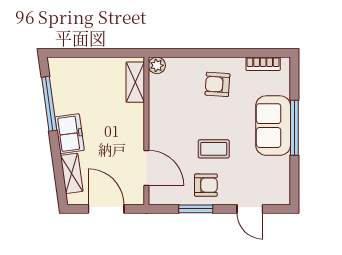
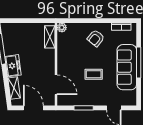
armchair: (217, 84) -> (96, 38), turned -55
sofa: (273, 126) -> (127, 67), width x1.36
armchair: (206, 185) -> (89, 94), removed

